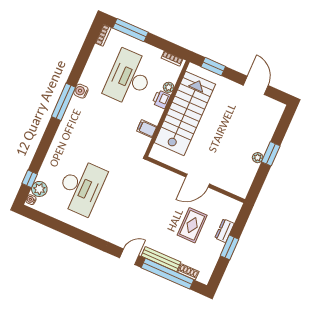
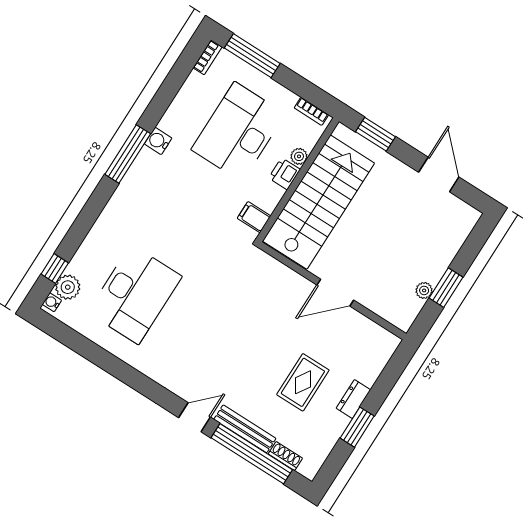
wall: (196, 180) -> (332, 291), moved
door: (198, 181) -> (335, 293), moved

